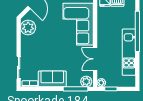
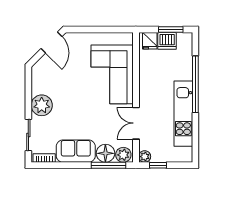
plant: (28, 28) -> (42, 105), moved
floor lamp: (73, 80) -> (105, 153), added

